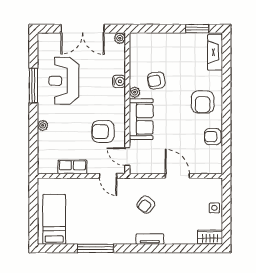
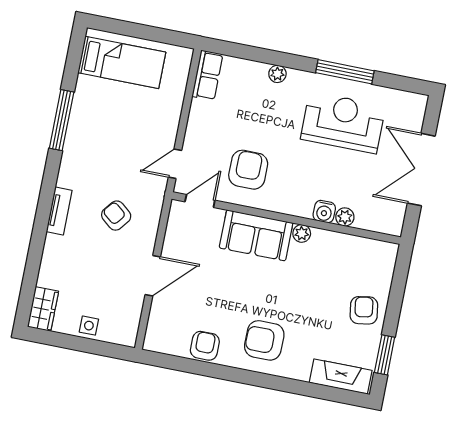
plant: (120, 38) -> (345, 217), moved
armchair: (156, 81) -> (364, 310), moved
row of seats: (72, 167) -> (207, 75), moved

